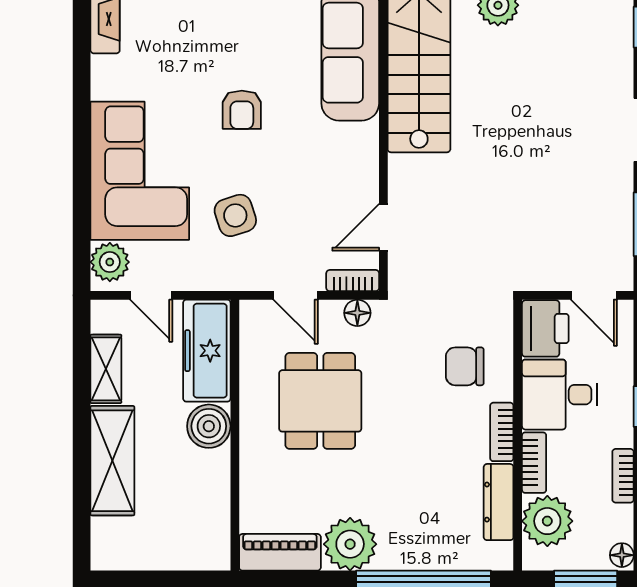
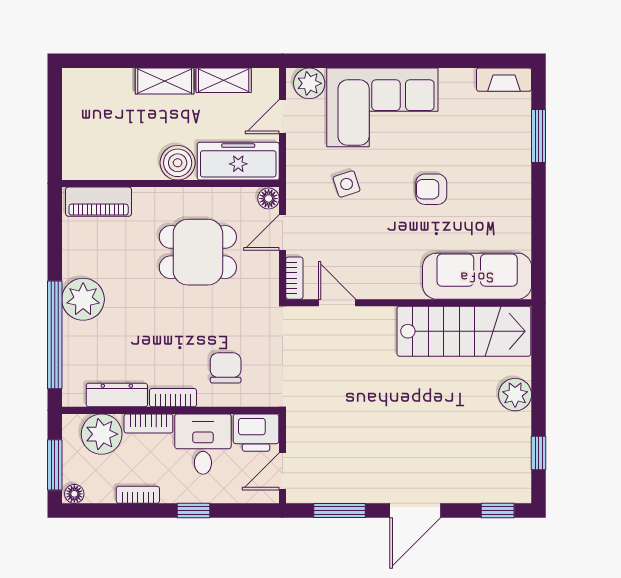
side table: (235, 215) -> (347, 184), width x0.73, depth x0.73
floor lamp: (357, 313) -> (269, 199), moved
shelving: (112, 461) -> (165, 81), width x0.67, depth x0.75
plant: (350, 544) -> (83, 299), moved
piano: (280, 552) -> (99, 202), moved, turned 90

